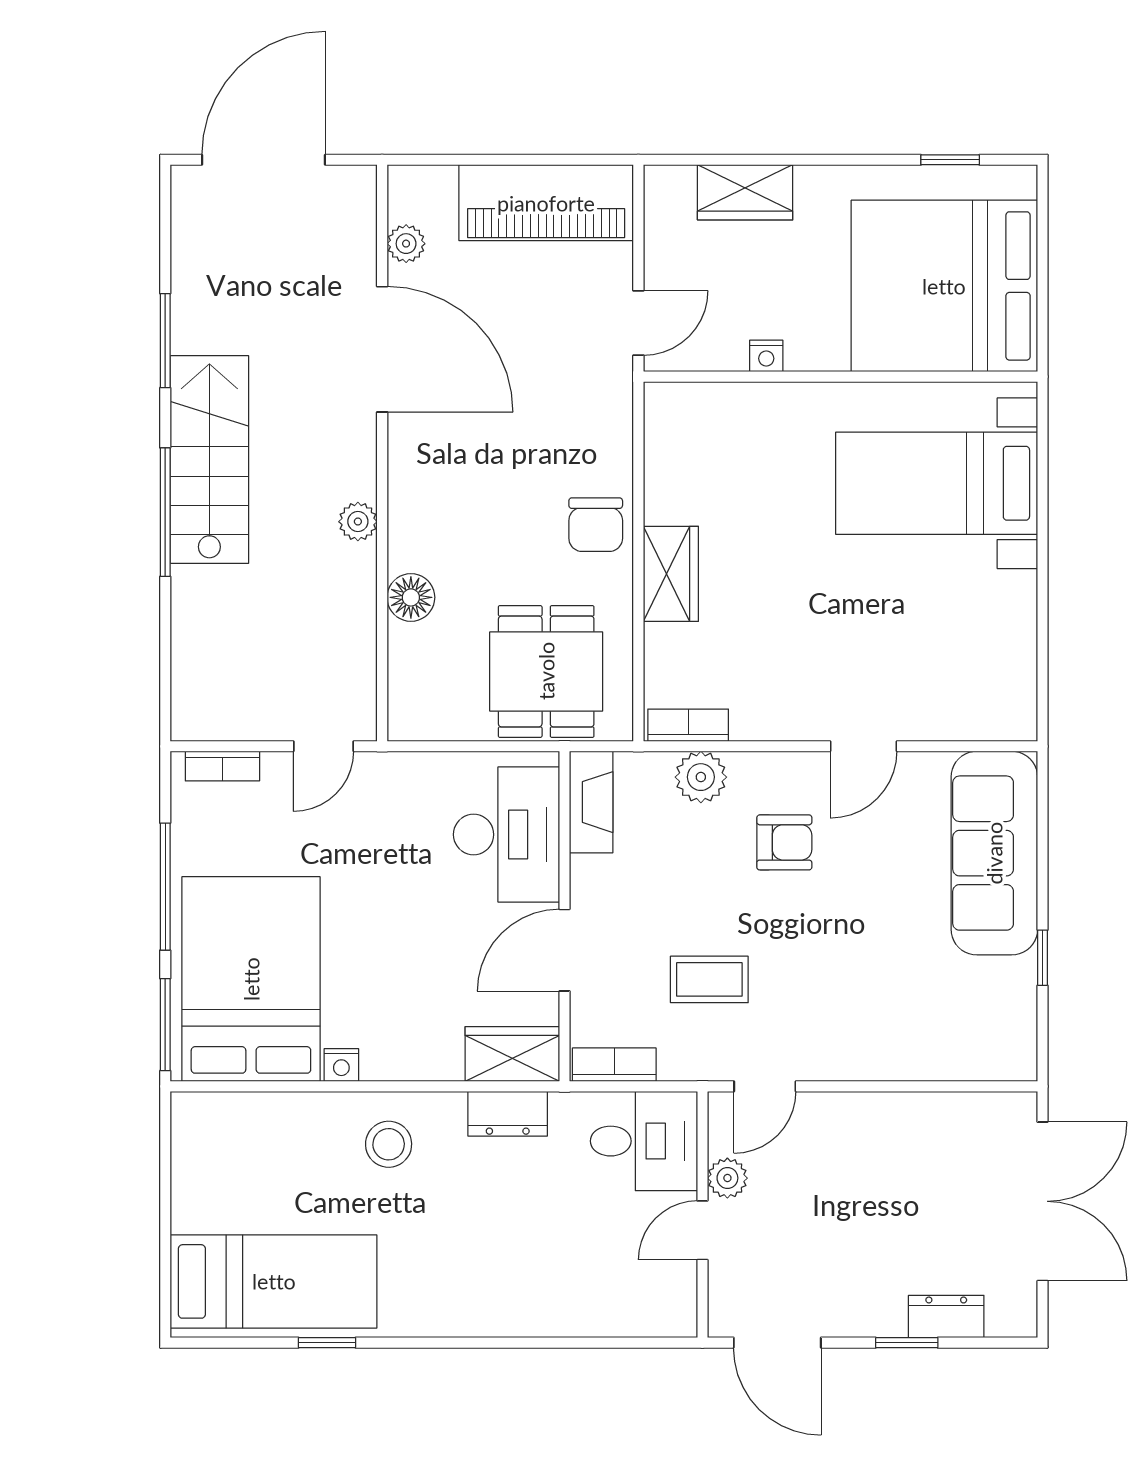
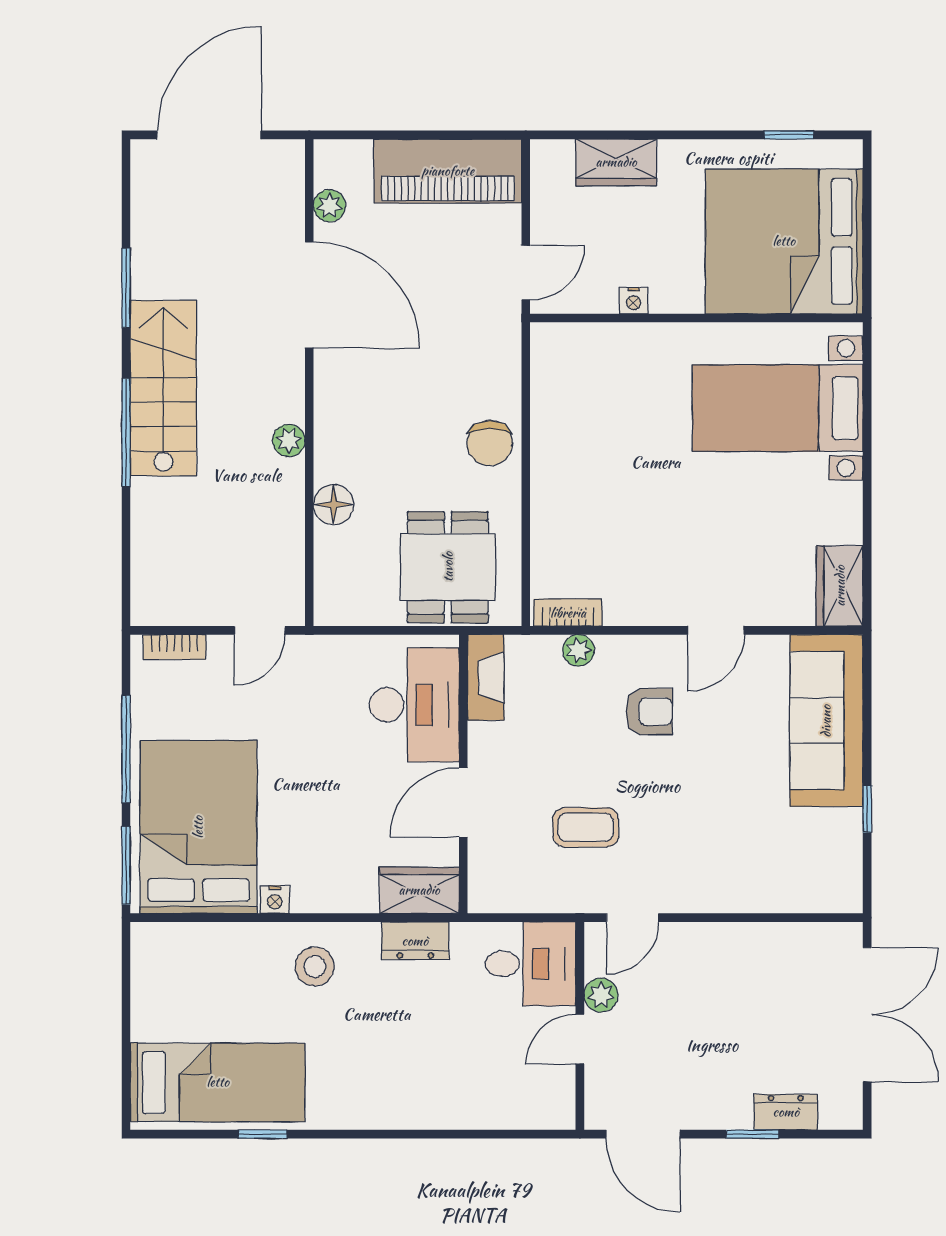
wardrobe: (671, 574) -> (840, 586), moved, turned 180
plant: (701, 777) -> (579, 650), width x0.73, depth x0.73
bookcase: (614, 1065) -> (505, 899), removed

